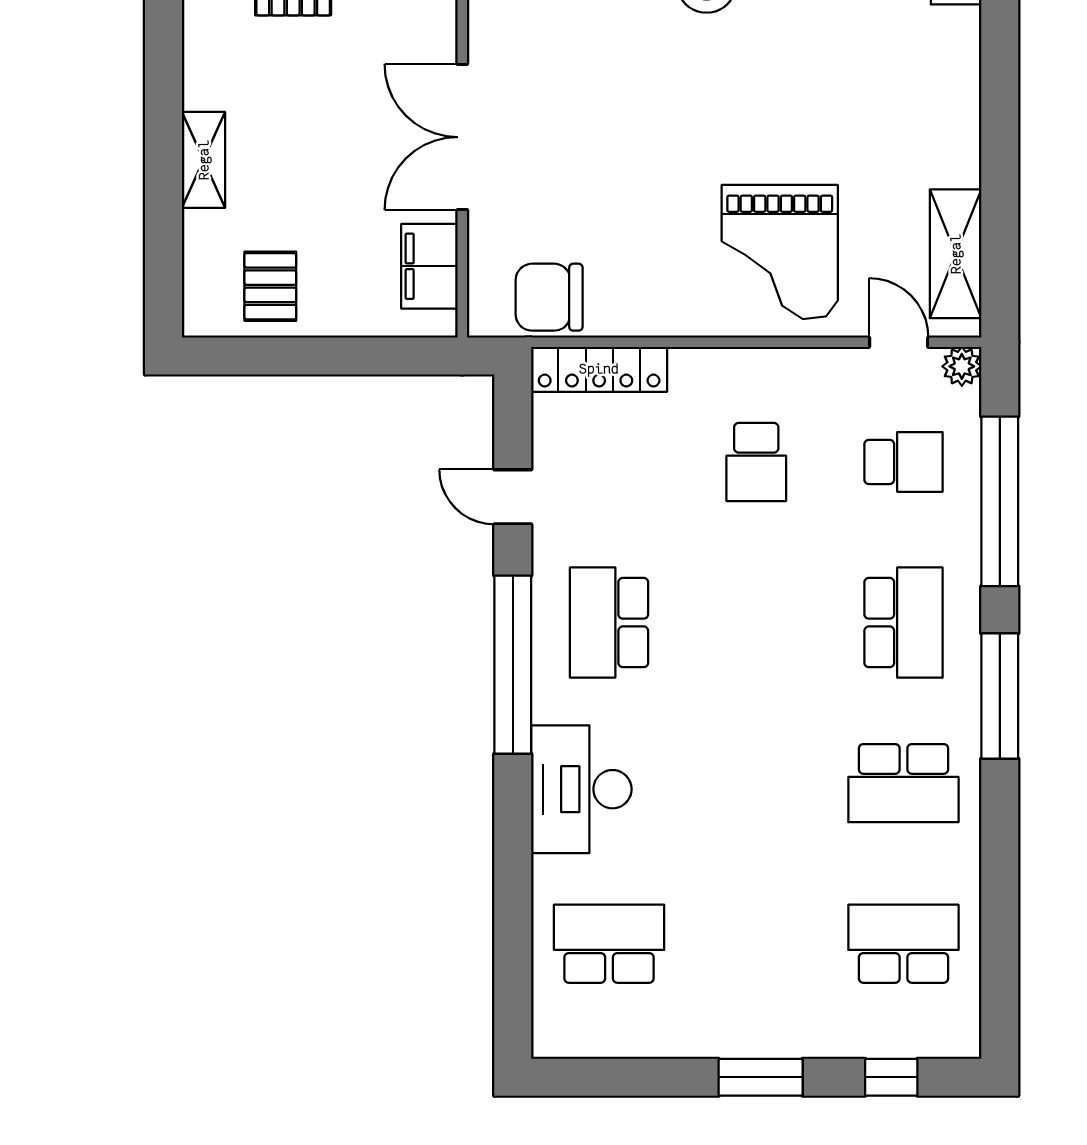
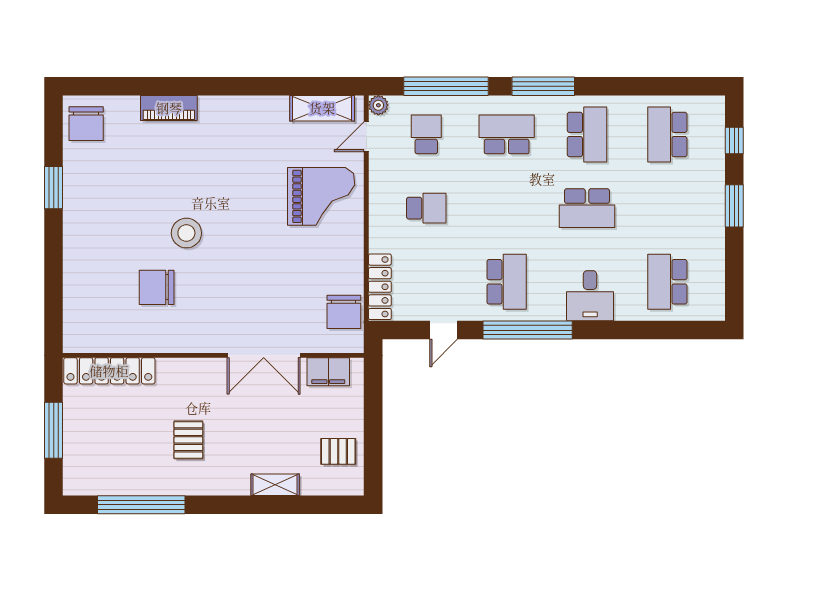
school desk: (609, 623) -> (507, 282), turned -90
school desk: (756, 783) -> (587, 208), added
desk: (581, 789) -> (590, 296), width x0.73

